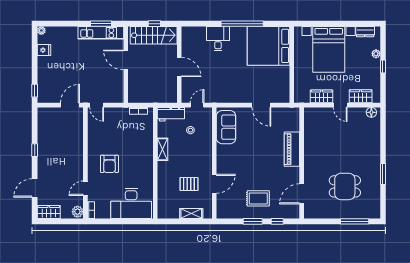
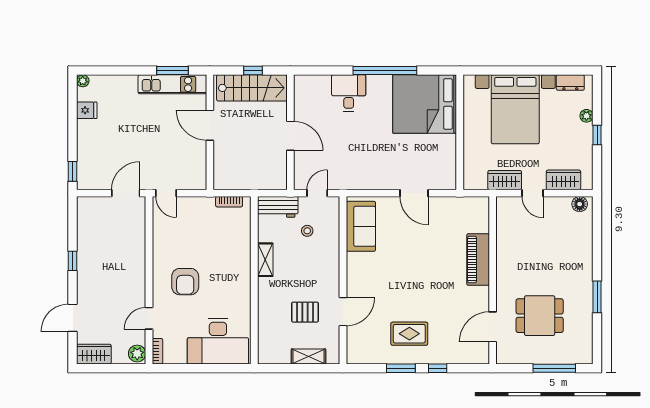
piano: (292, 149) -> (478, 260), moved
wall: (302, 163) -> (493, 280), moved
door: (302, 194) -> (493, 327), moved

